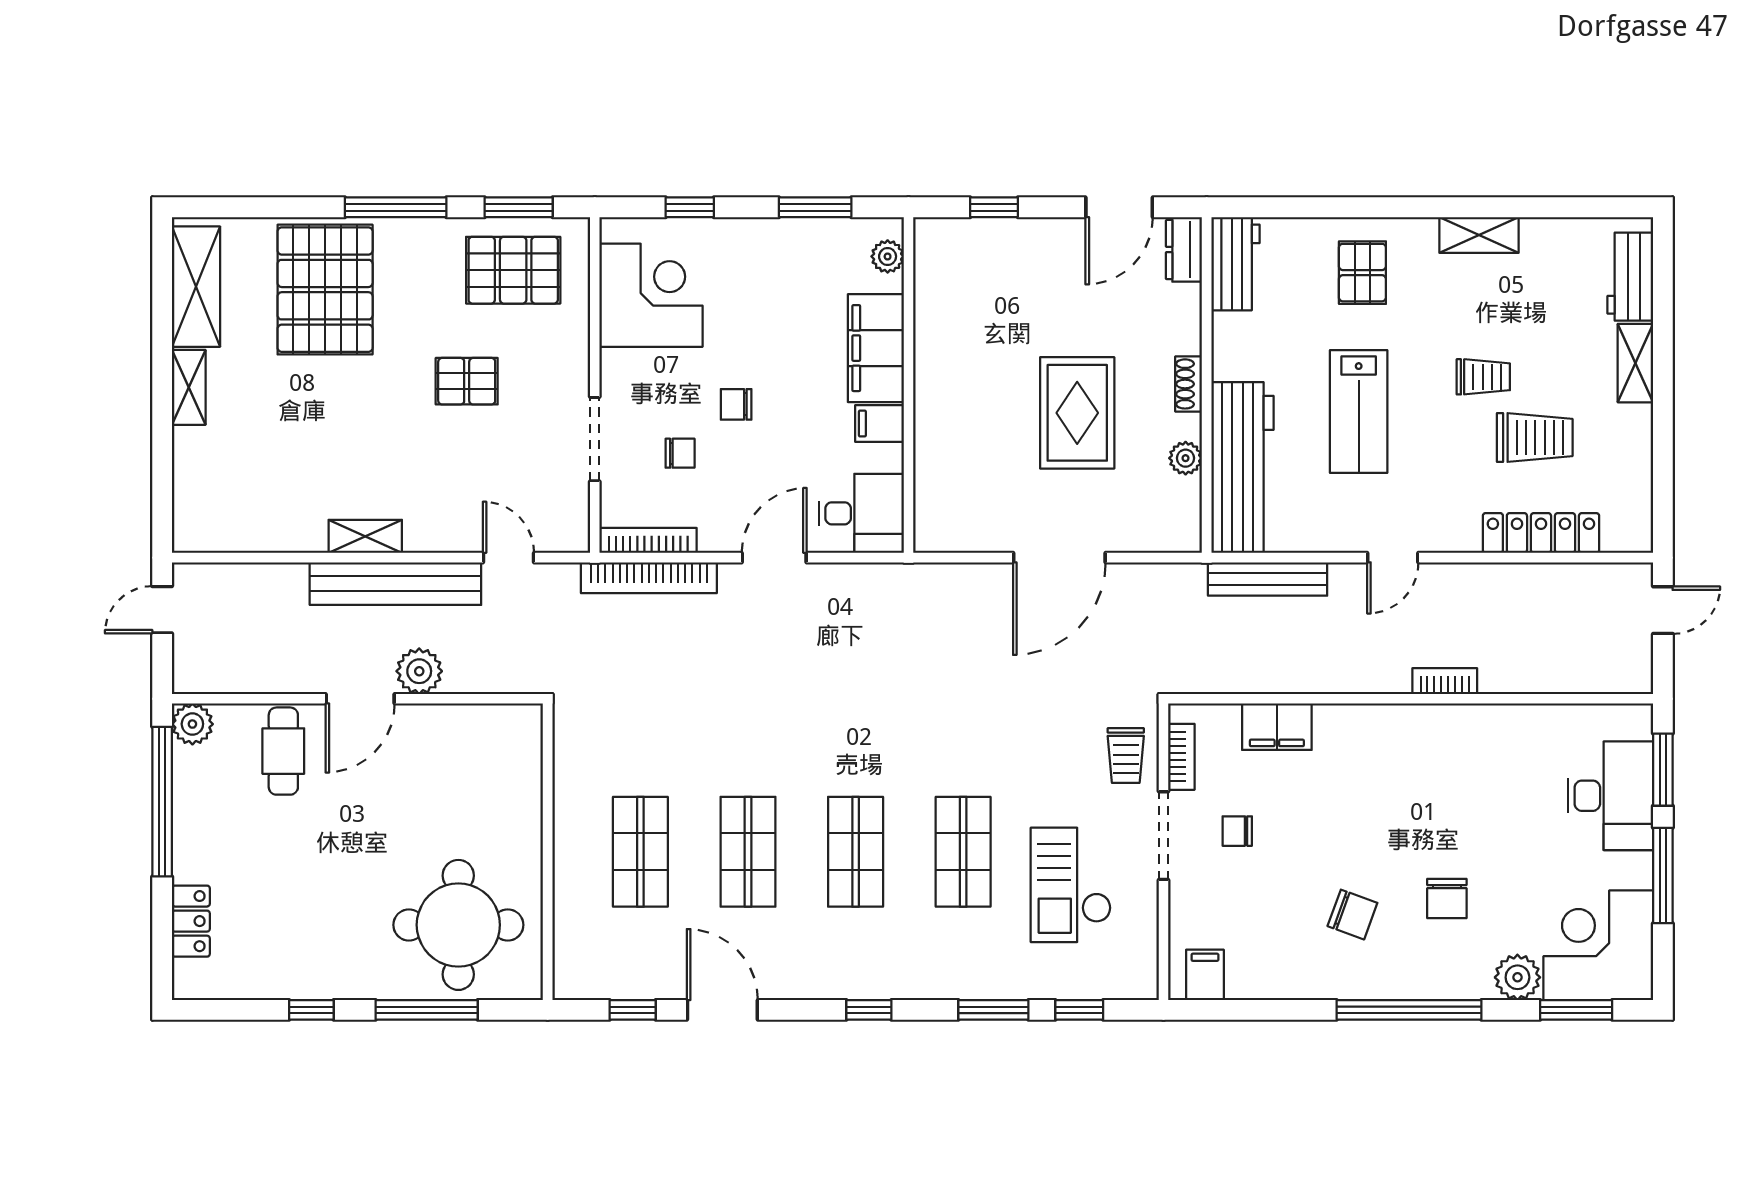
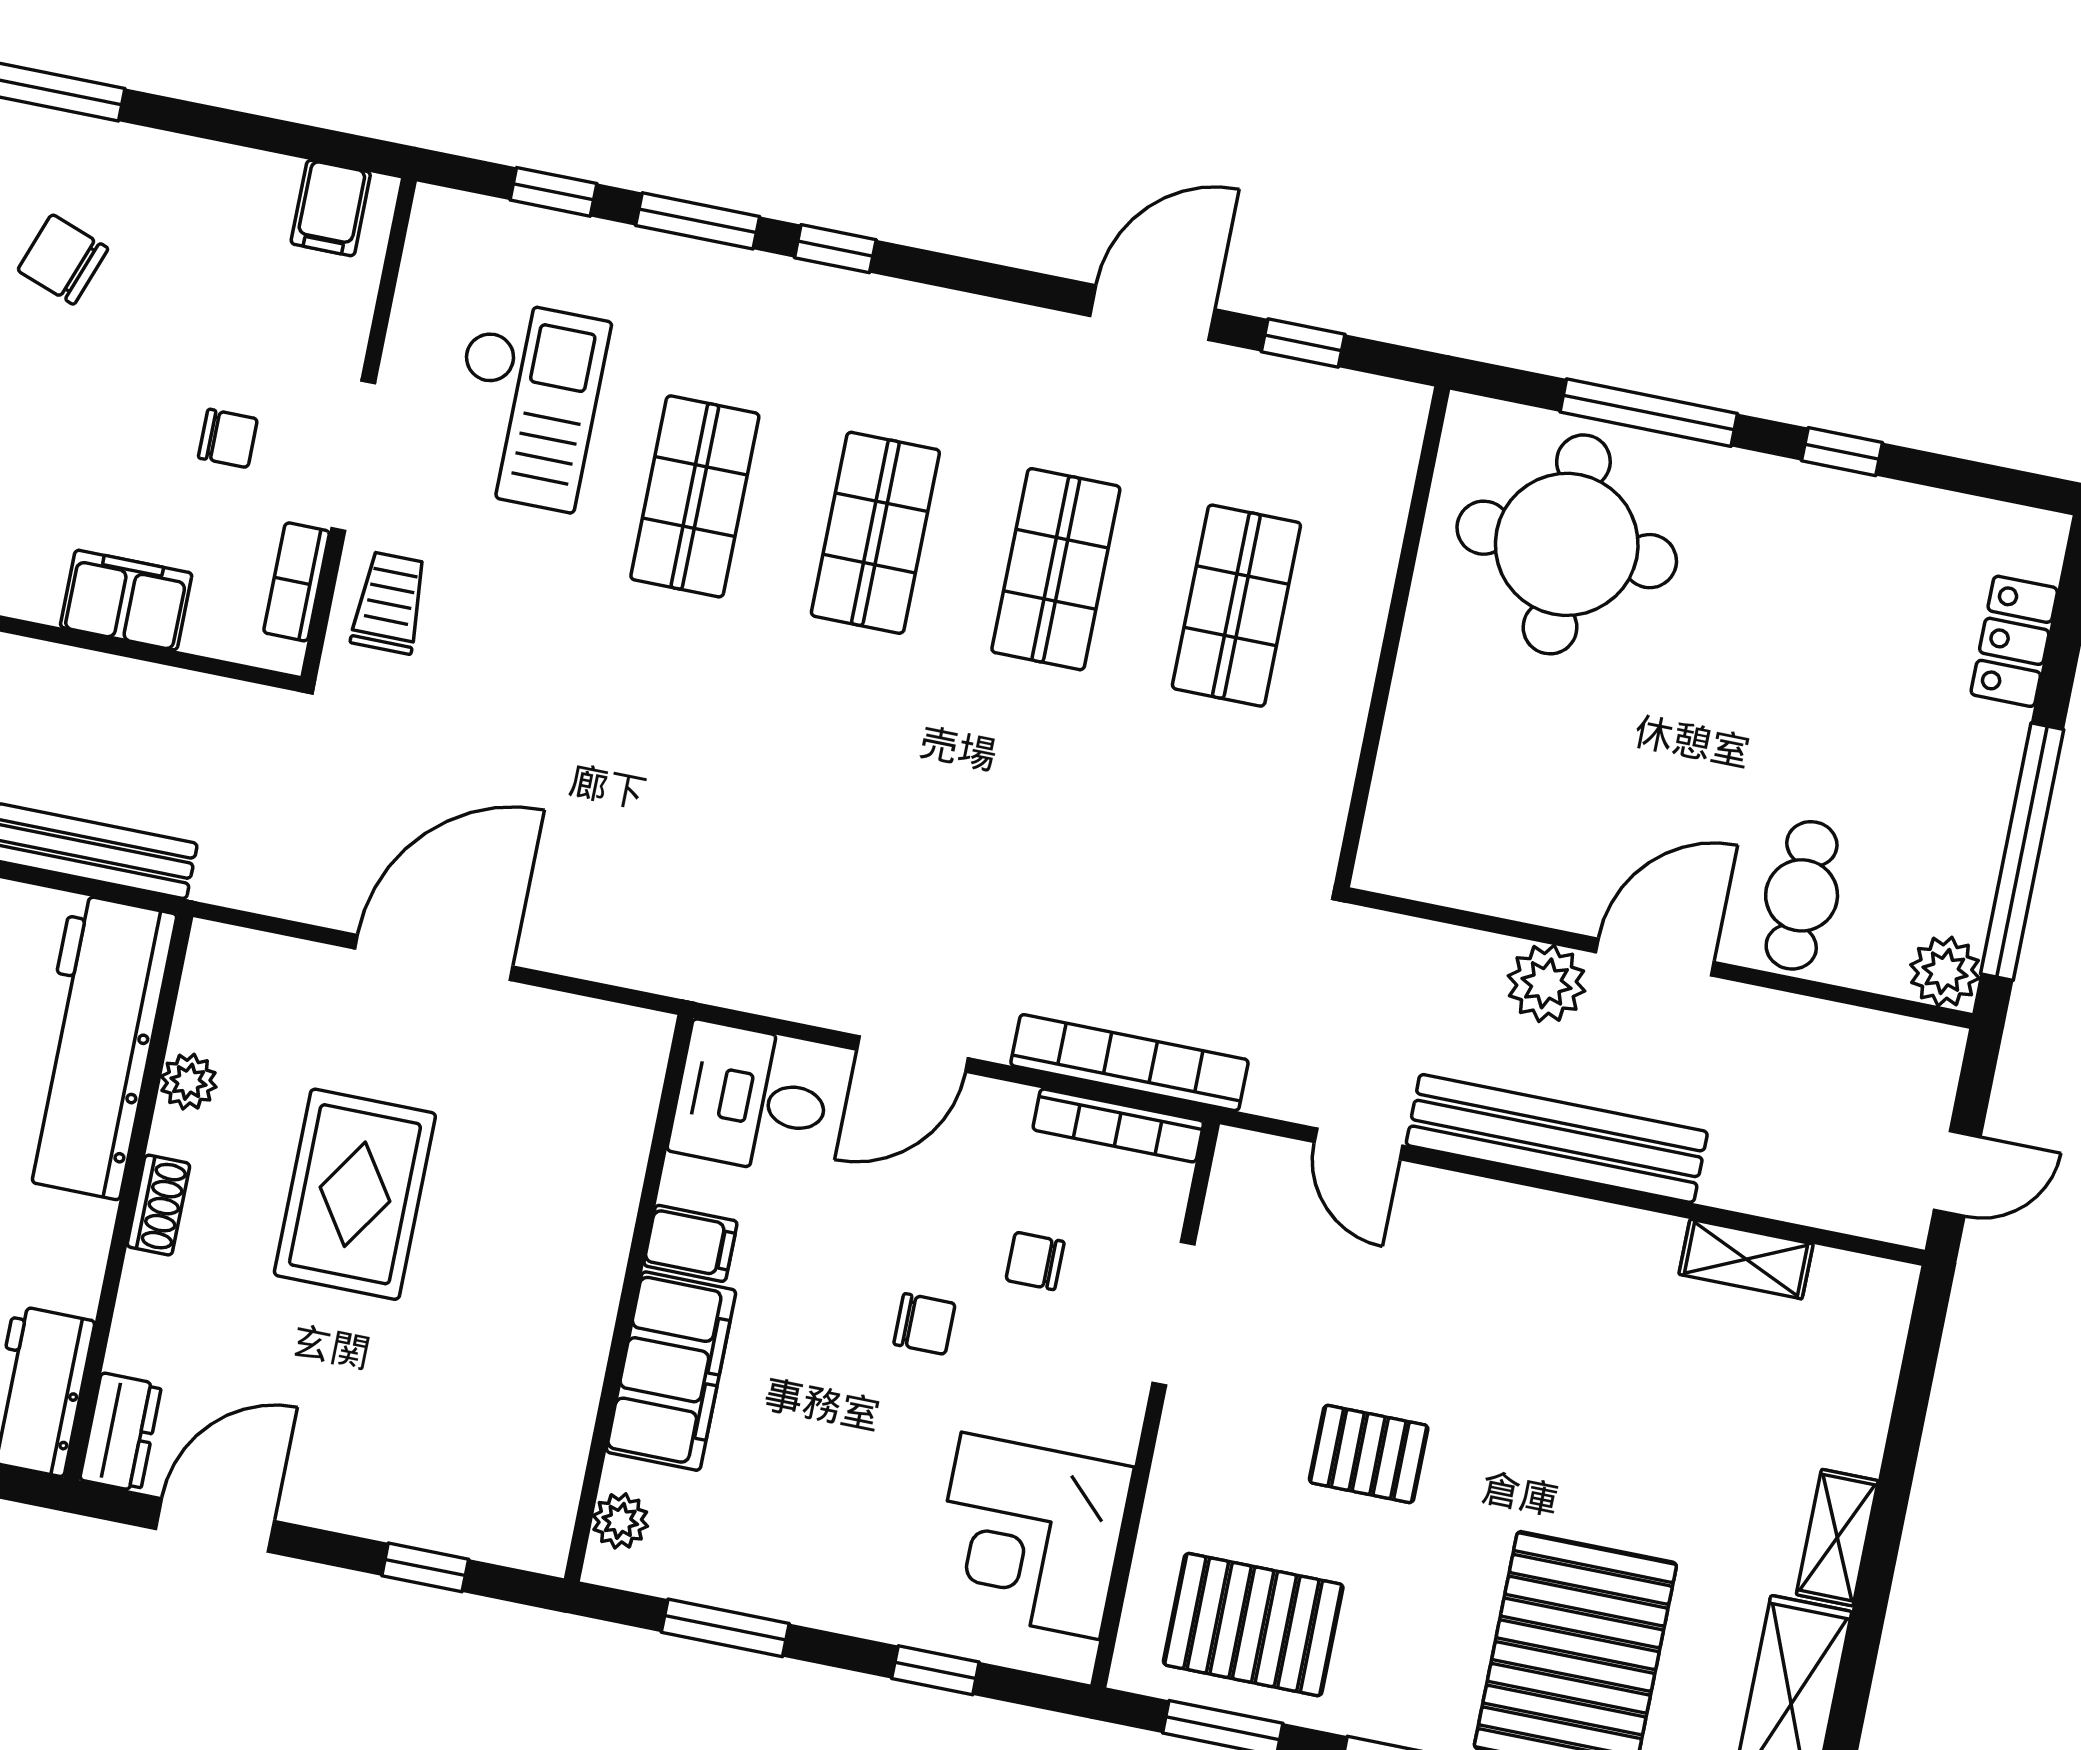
shelving: (365, 536) -> (1746, 1259), moved
door: (722, 1010) -> (1152, 313), swing flipped
window: (869, 1010) -> (835, 249), moved

